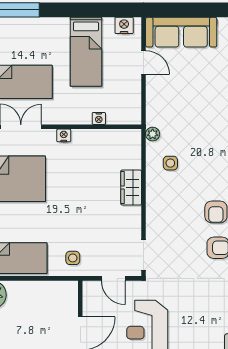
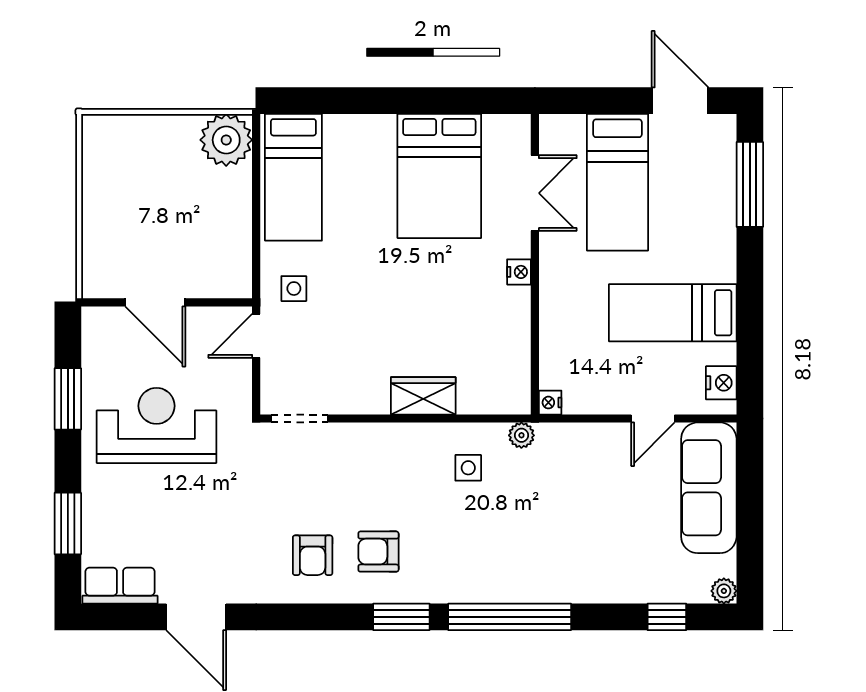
nightstand: (99, 118) -> (550, 403), moved
door: (113, 278) -> (256, 336), moved

